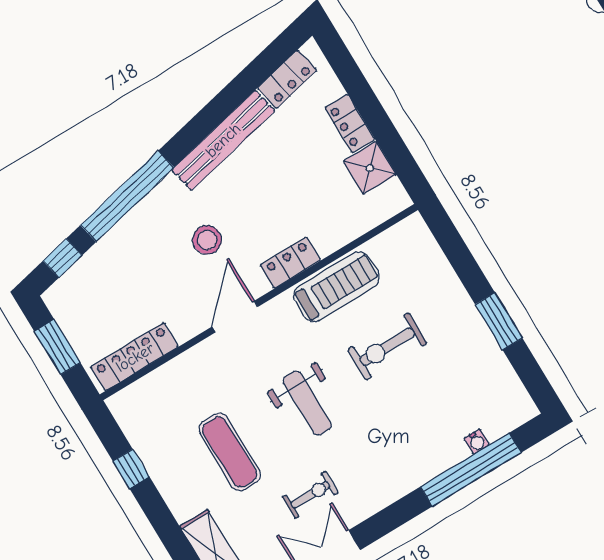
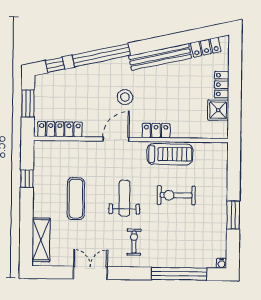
weight bench: (307, 403) -> (124, 198), turned 180
water cooler: (477, 442) -> (222, 263), moved
exercise bike: (310, 495) -> (134, 242), moved, turned -90

